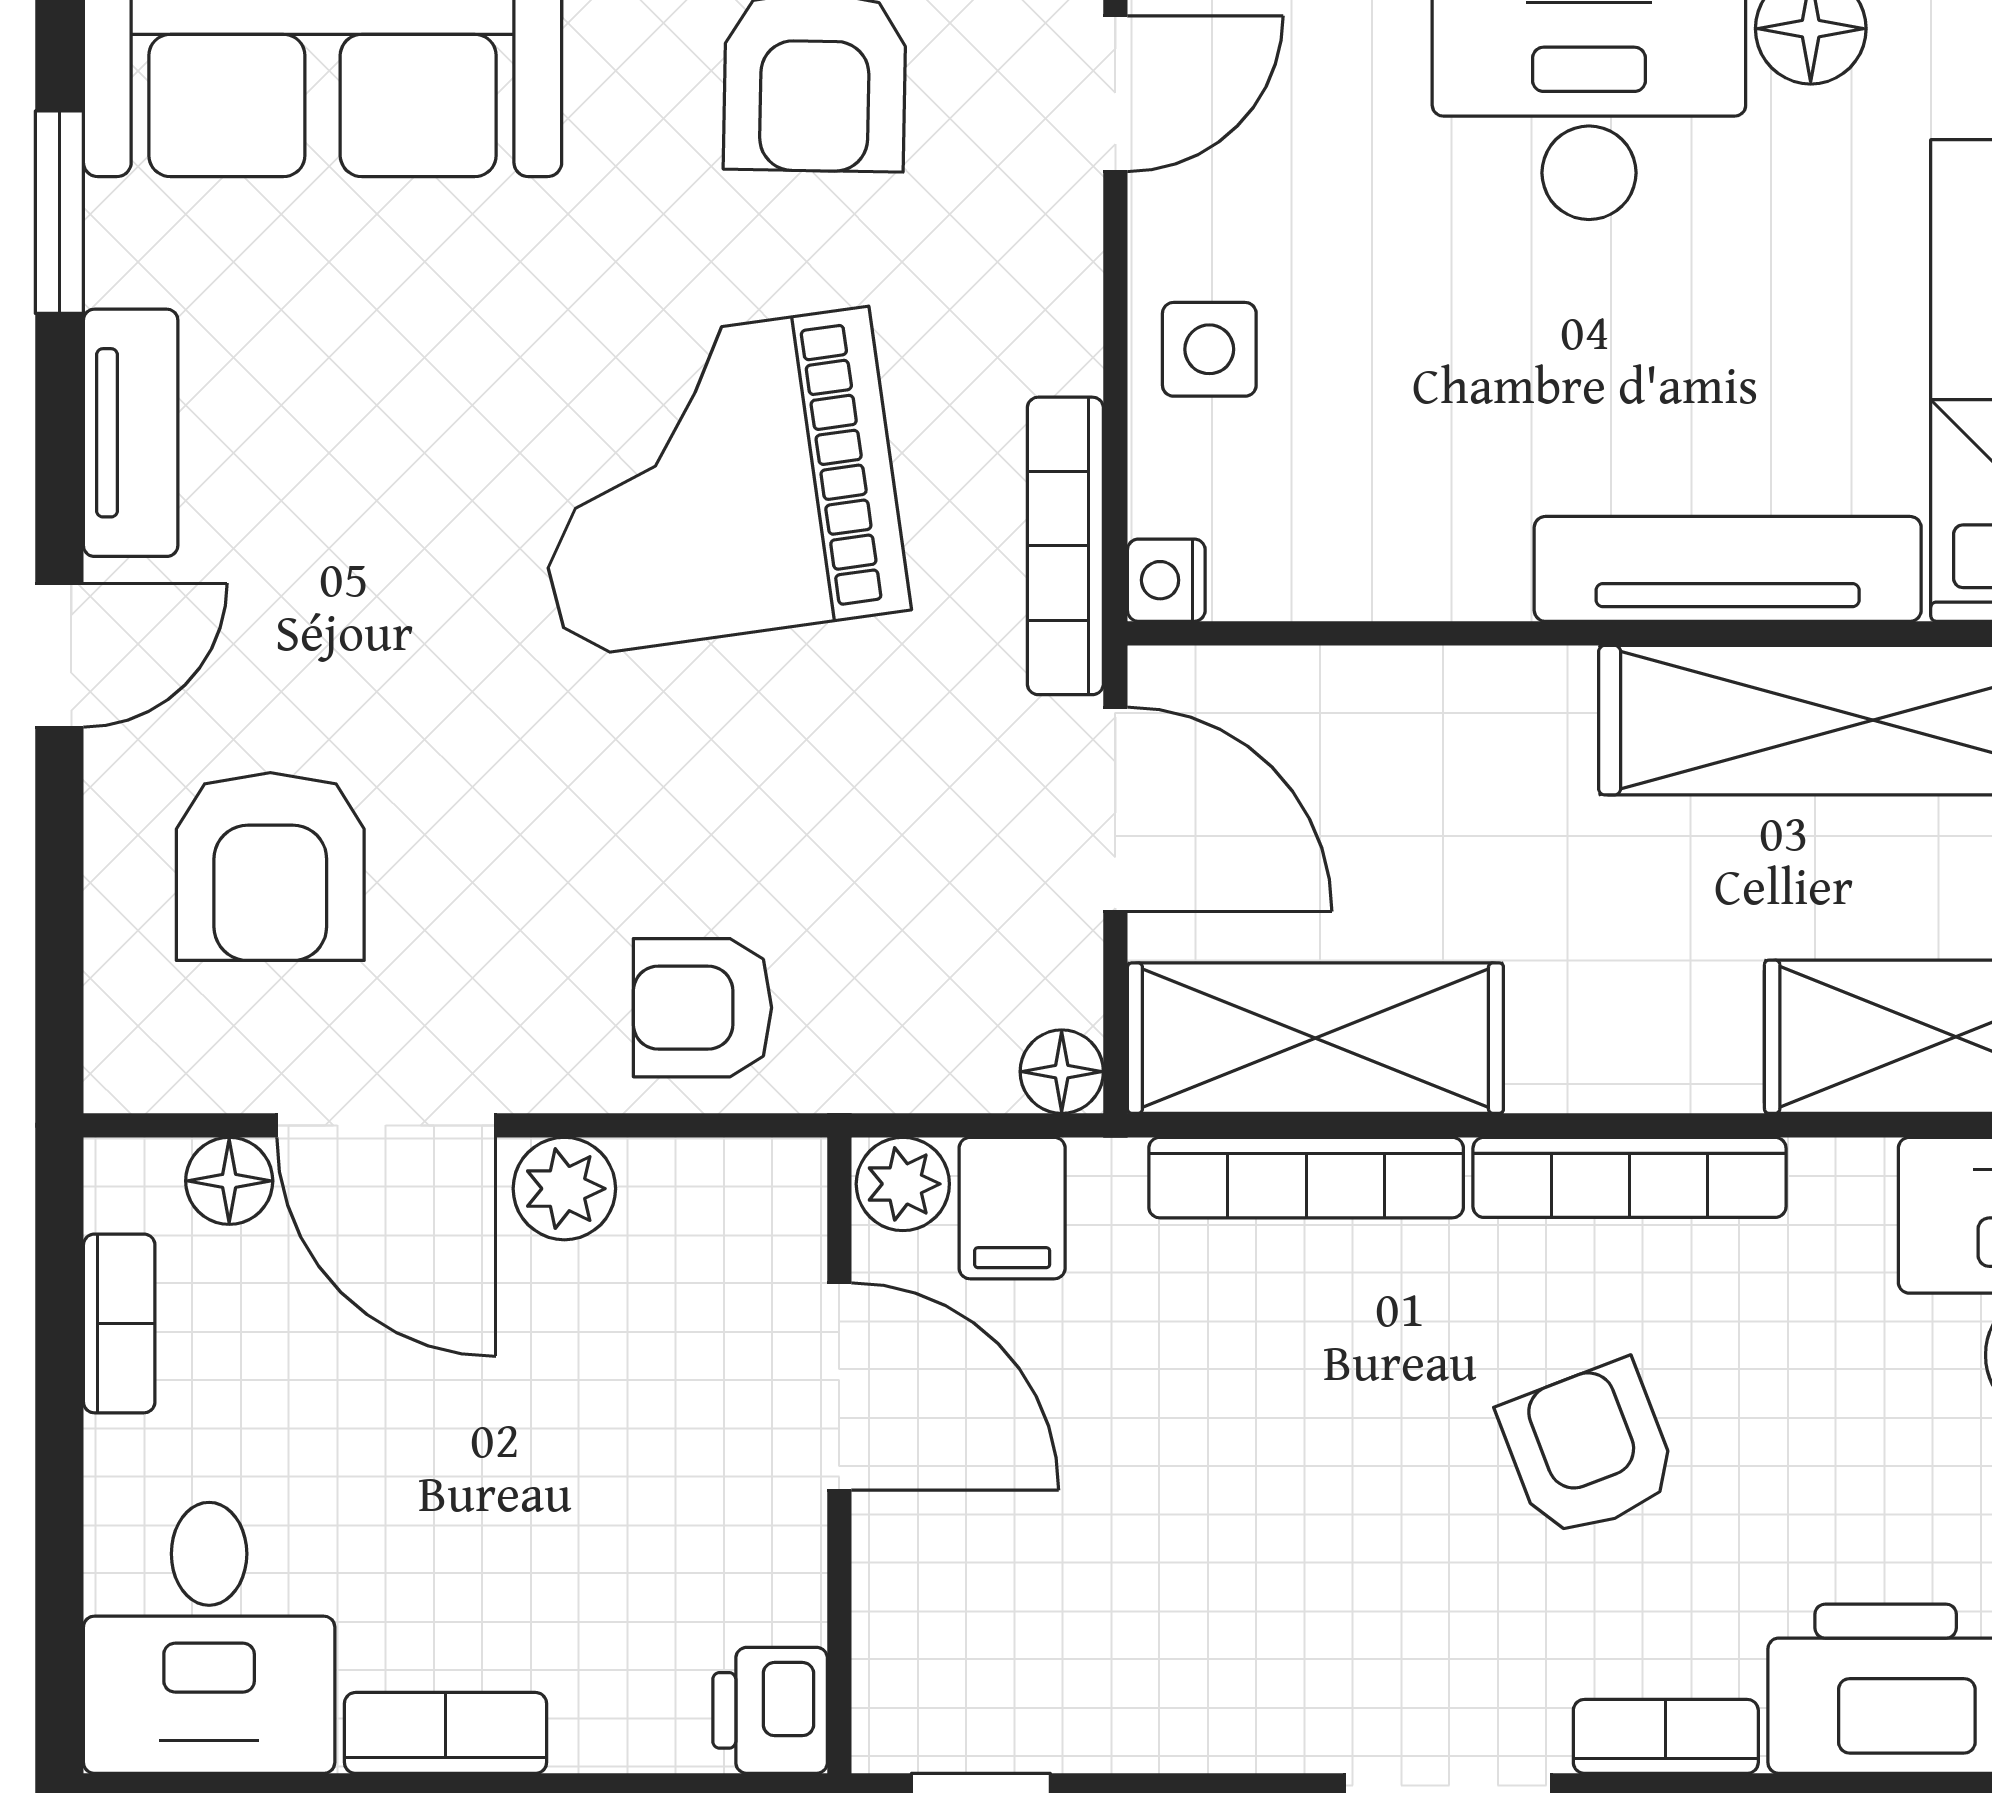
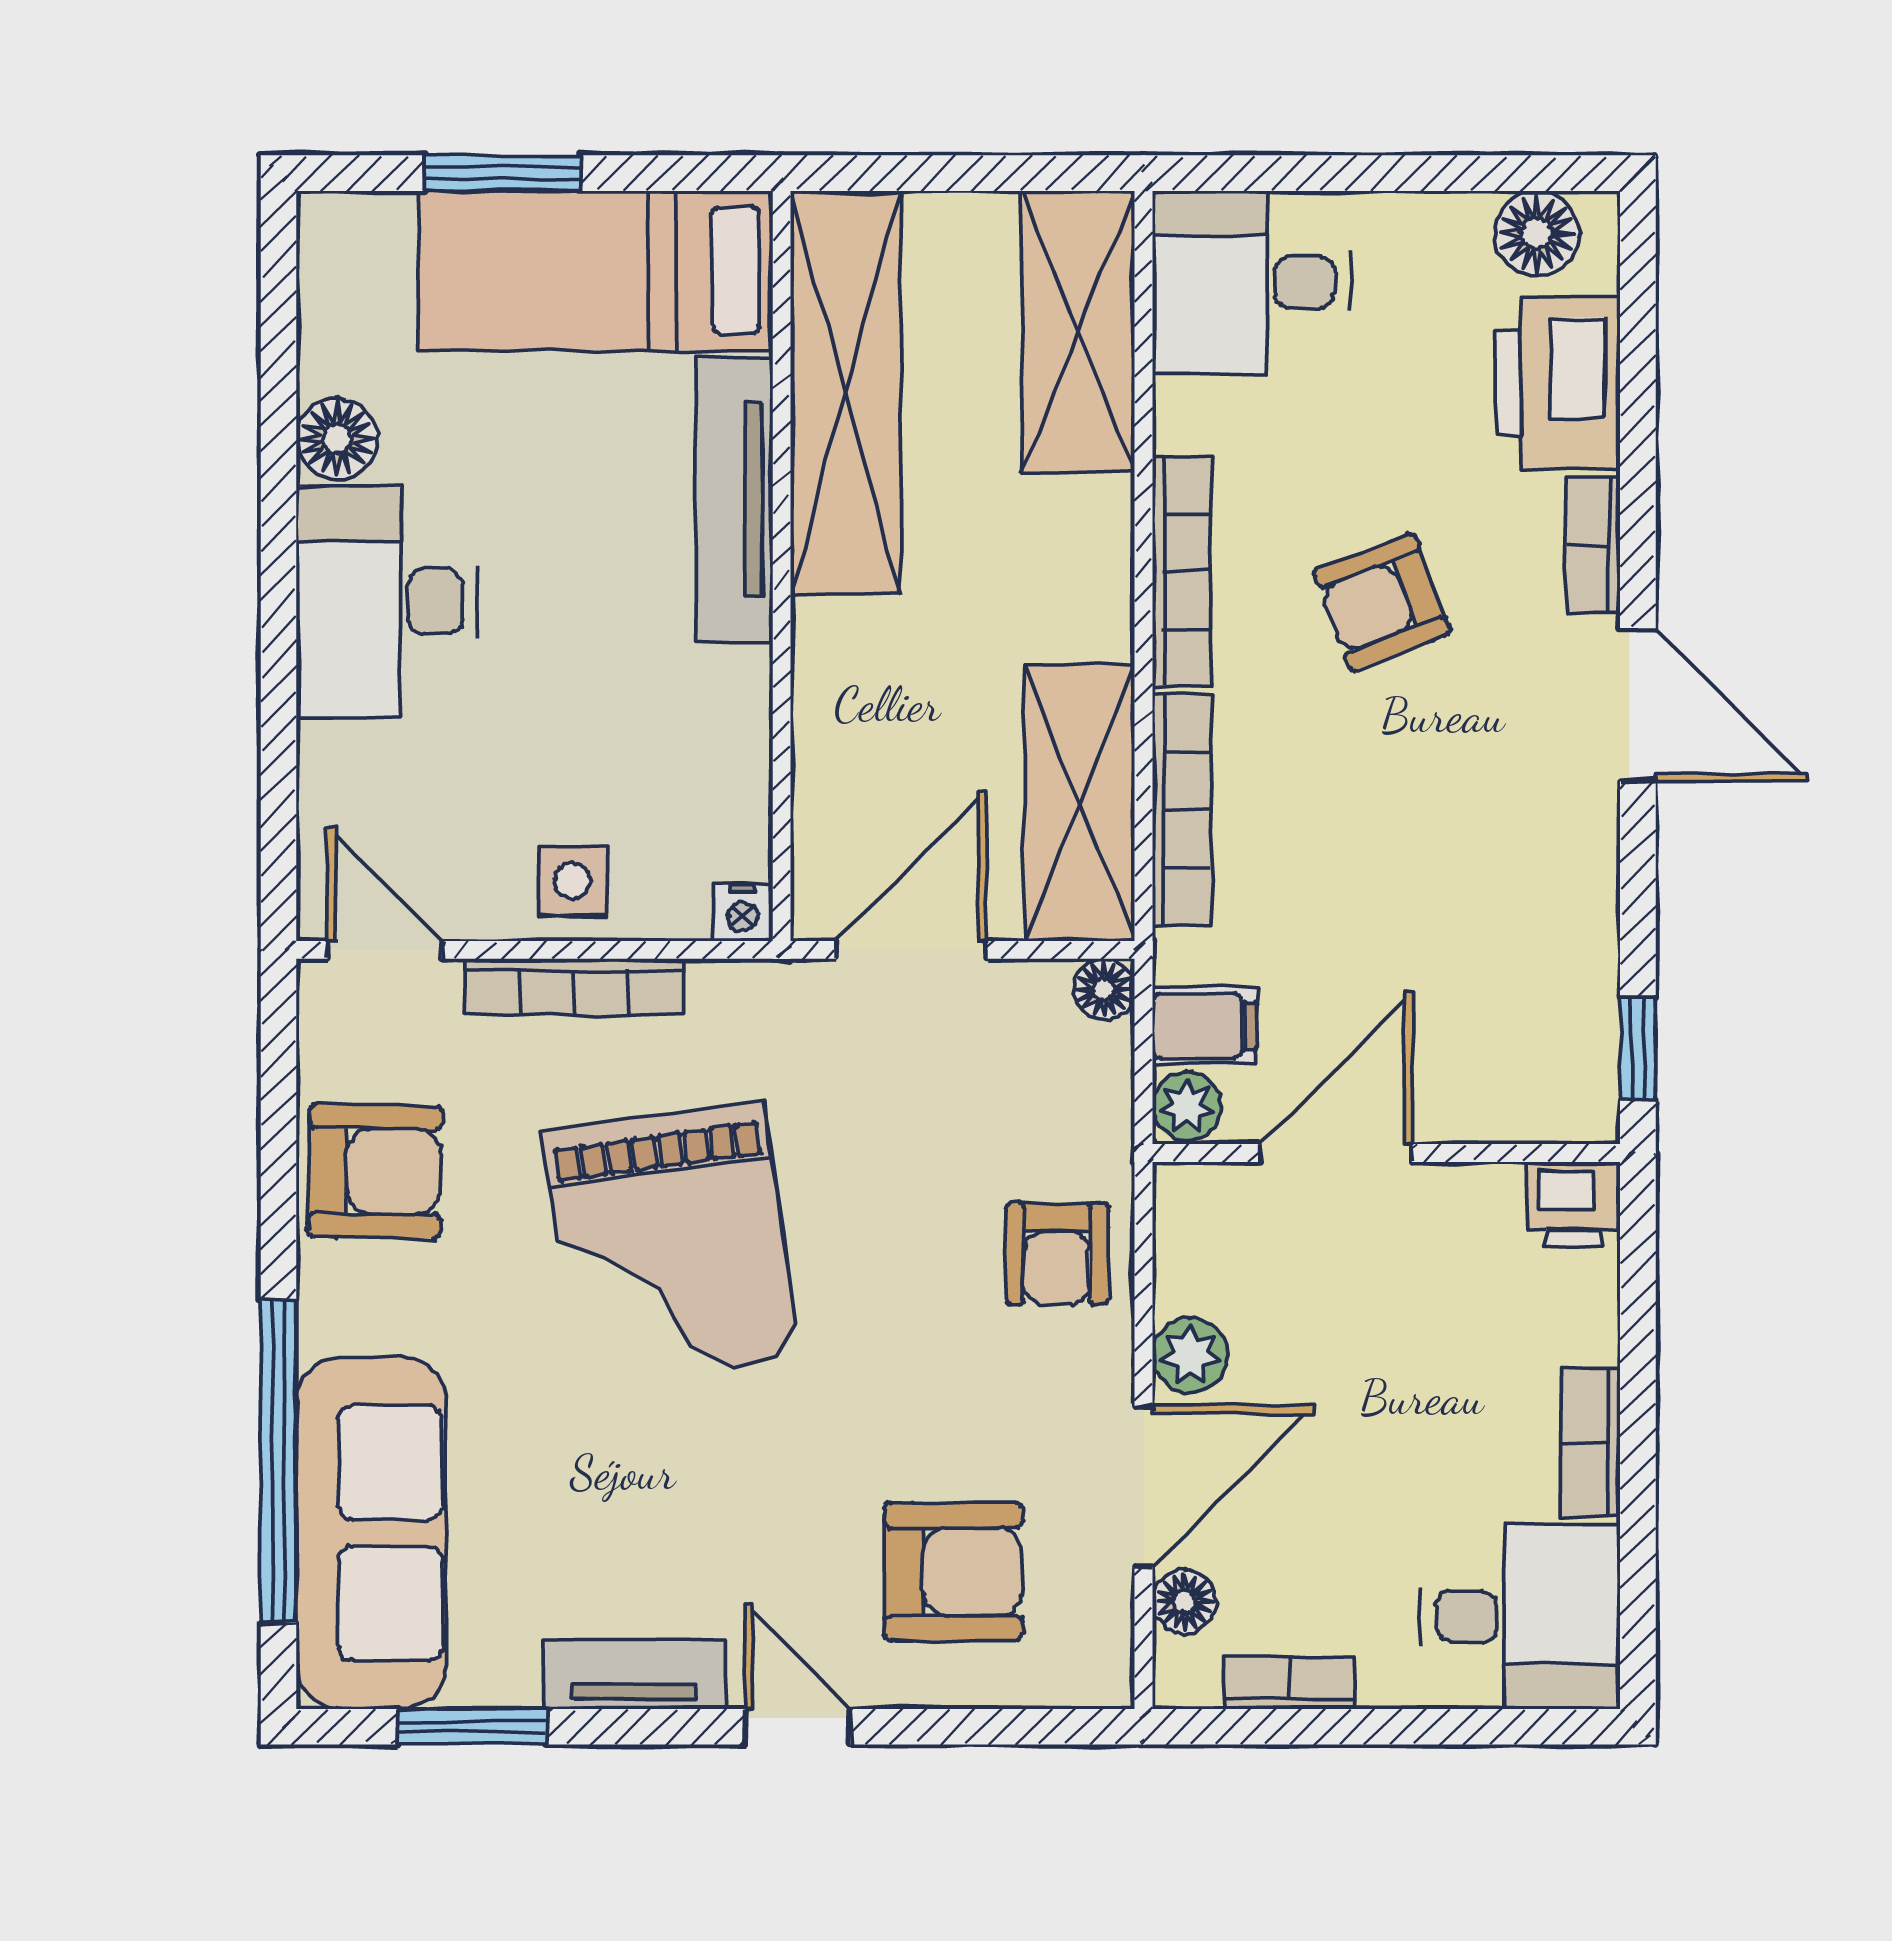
bookcase: (1065, 546) -> (574, 987), moved

